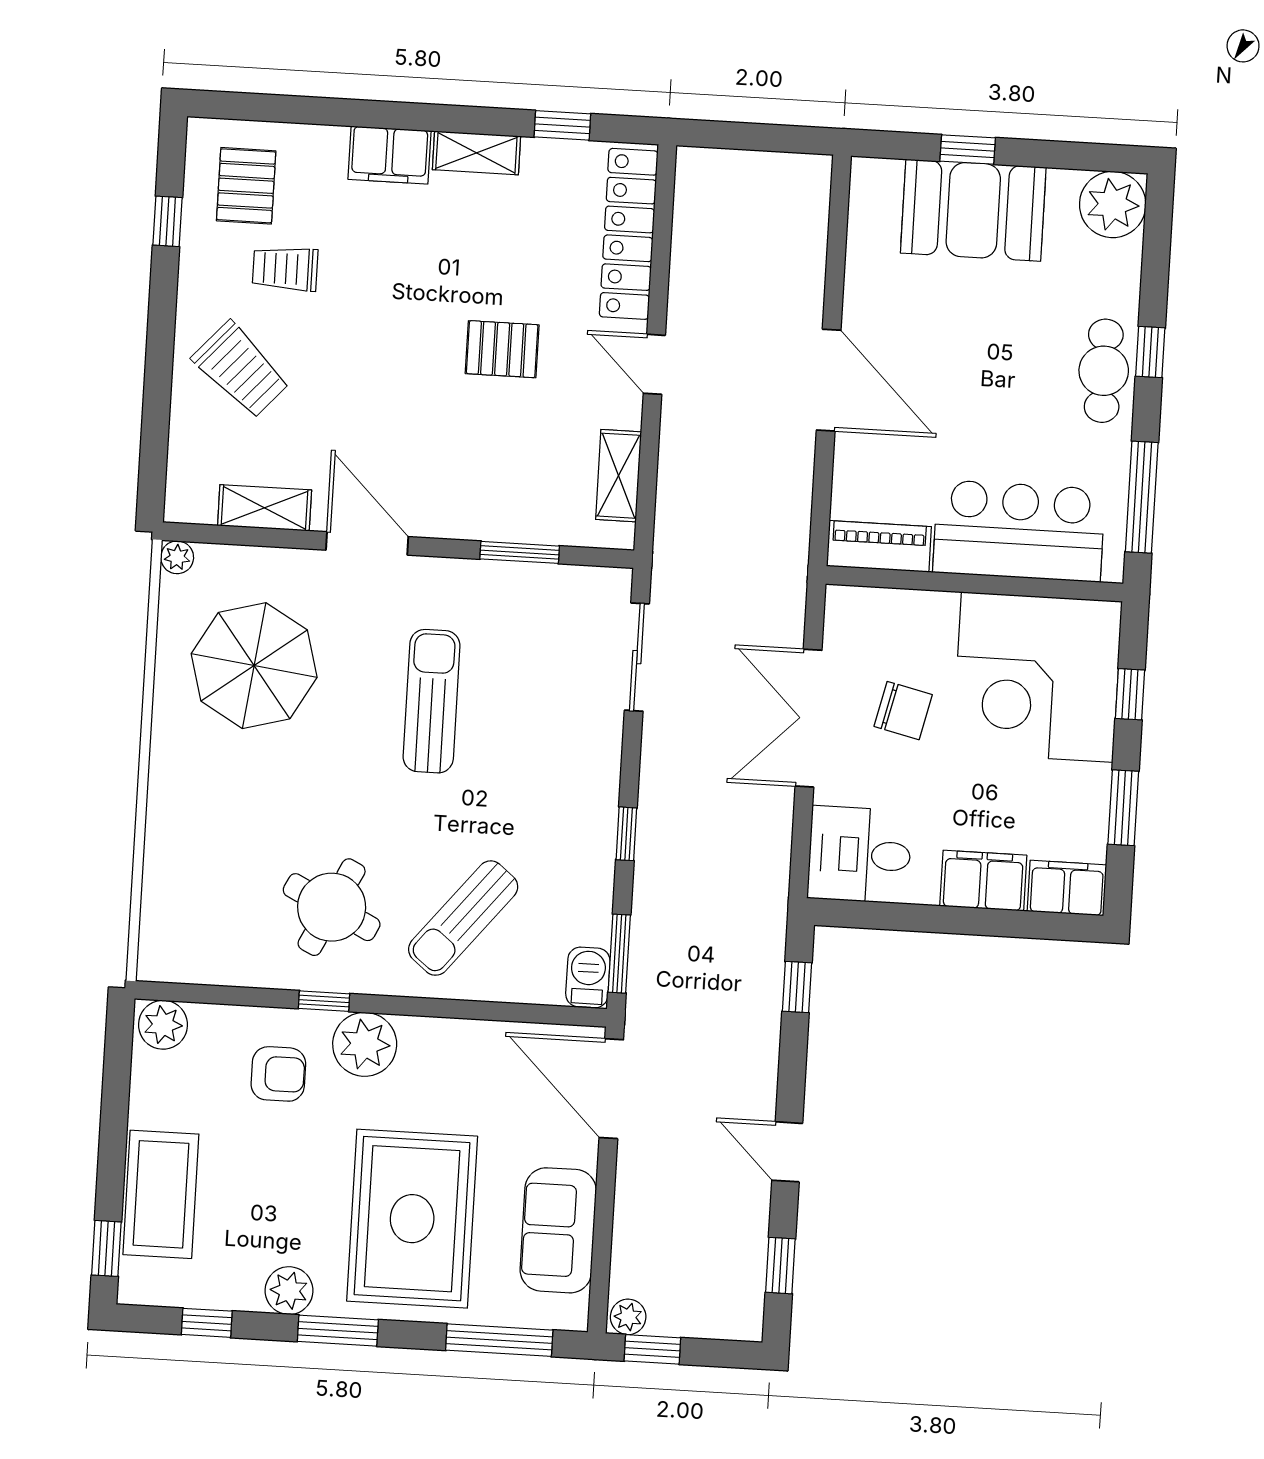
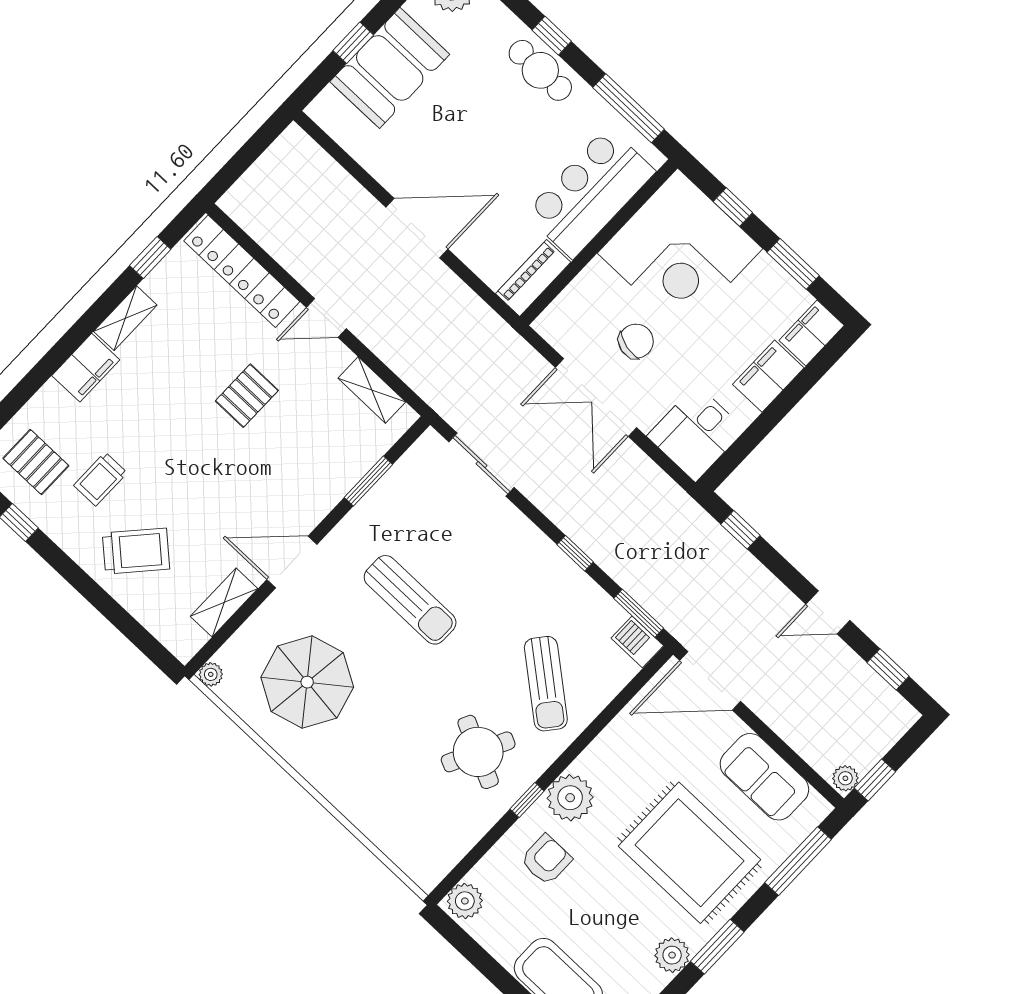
sun lounger: (432, 701) -> (410, 600), turned 180

